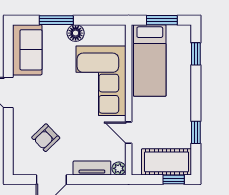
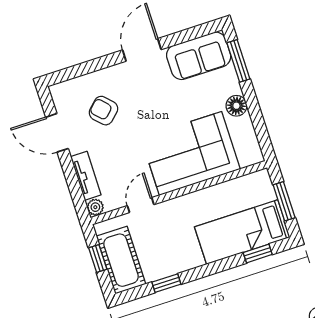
window: (56, 20) -> (238, 61), moved
bed: (150, 61) -> (242, 232), moved
window: (174, 180) -> (98, 259), moved

